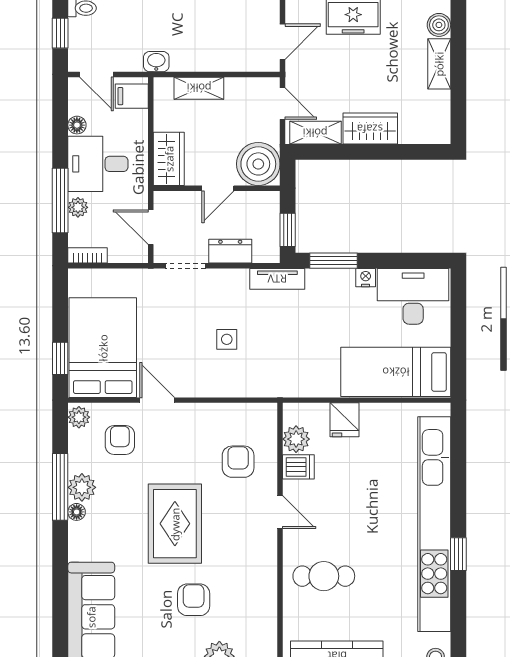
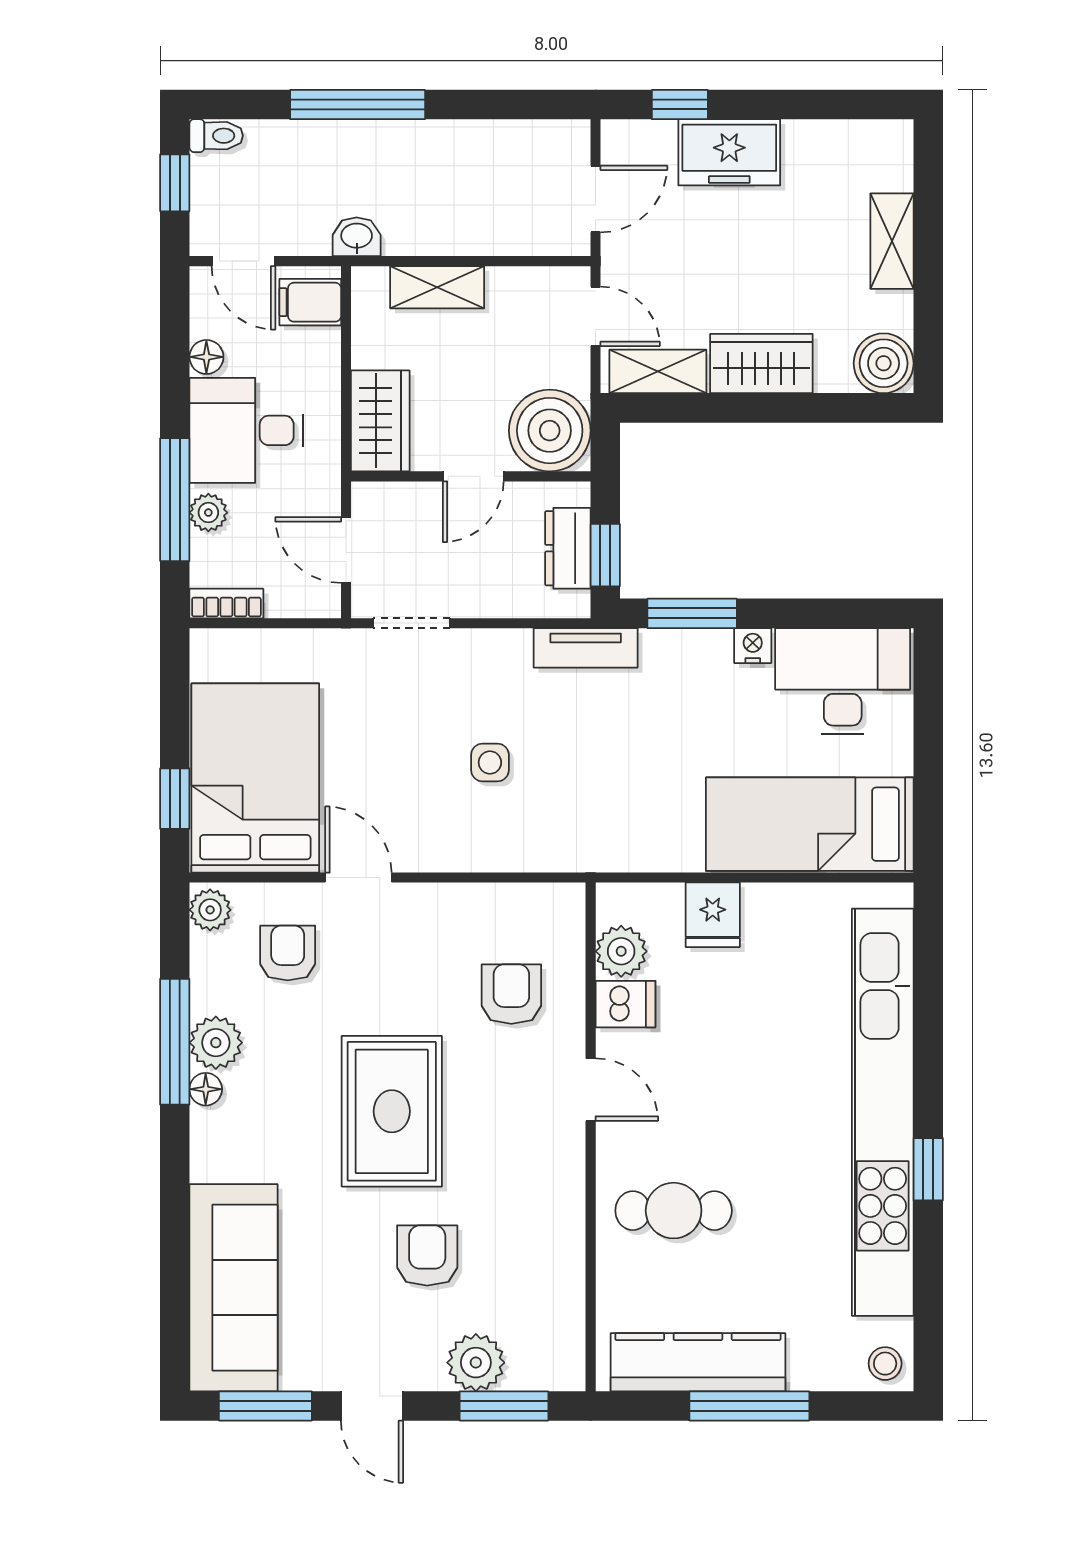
boiler: (439, 25) -> (884, 363), moved, width x1.36, depth x1.36
dresser: (230, 251) -> (568, 548), moved, turned -90

